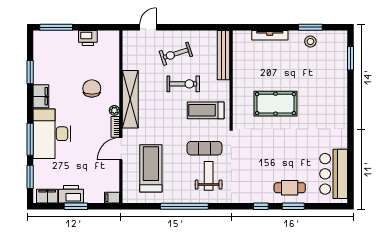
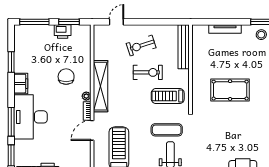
window: (95, 27) -> (69, 22), added

